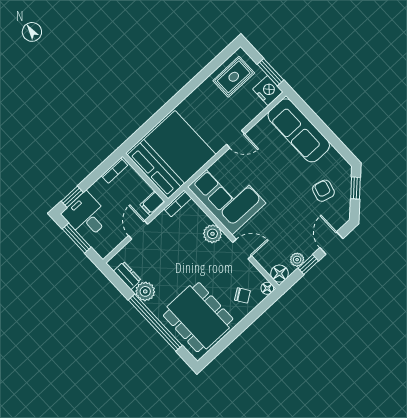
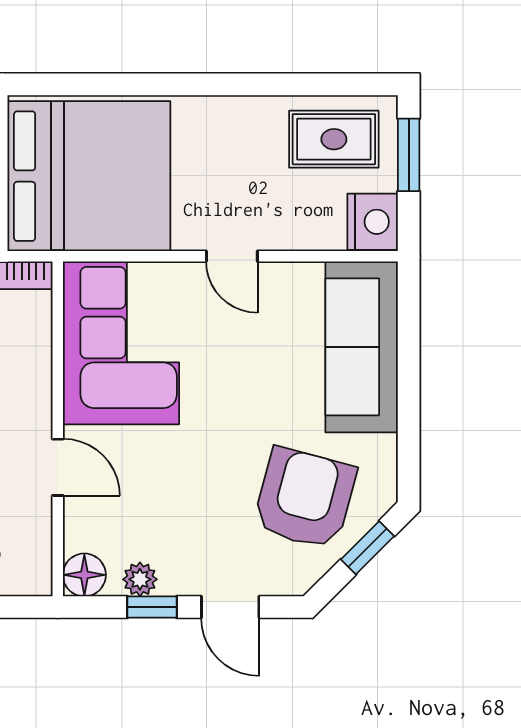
window: (270, 72) -> (409, 155), moved
armchair: (323, 191) -> (305, 498), width x1.88, depth x1.88
plant: (212, 234) -> (30, 389), removed
door: (331, 243) -> (230, 607), swing flipped
floor lamp: (267, 288) -> (37, 581), removed

